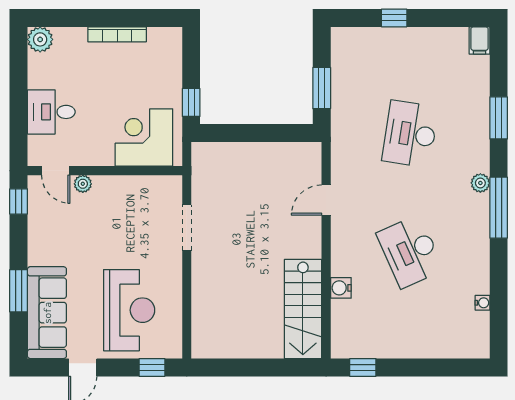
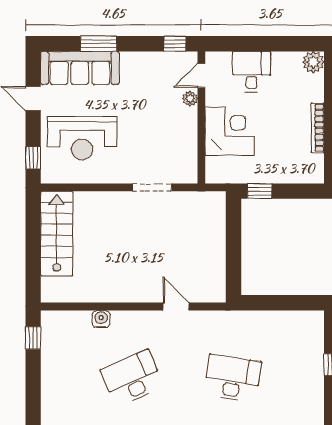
window: (322, 88) -> (272, 303), removed
corner desk: (144, 137) -> (230, 131), moved
stairs: (303, 309) -> (57, 234), moved, turned 90

